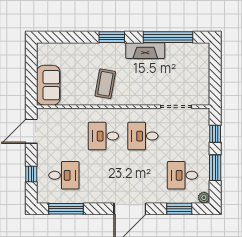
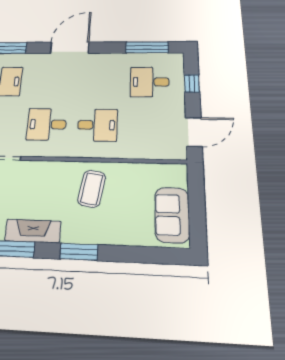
sofa: (48, 85) -> (172, 215), moved
desk: (143, 136) -> (47, 124), turned 180

